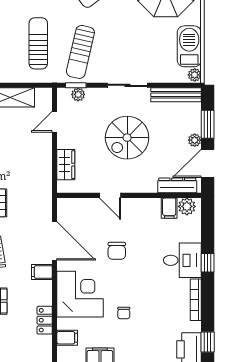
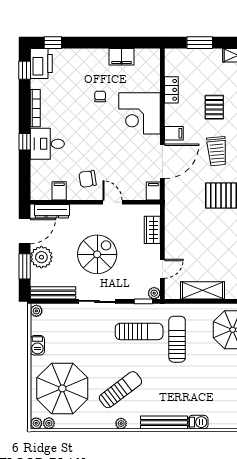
sun lounger: (38, 43) -> (177, 339), turned 180
barbecue: (189, 46) -> (37, 345), width x0.53, depth x0.65
sun lounger: (80, 52) -> (139, 331), turned 77
plant: (78, 94) -> (154, 293), moved
plant: (195, 140) -> (41, 257), width x1.87, depth x1.87
plant: (187, 206) -> (43, 192), removed
door: (55, 241) -> (162, 161), swing flipped
chair: (117, 251) -> (88, 179), moved, turned -99
filing cabinet: (67, 338) -> (153, 191), moved, turned 90

